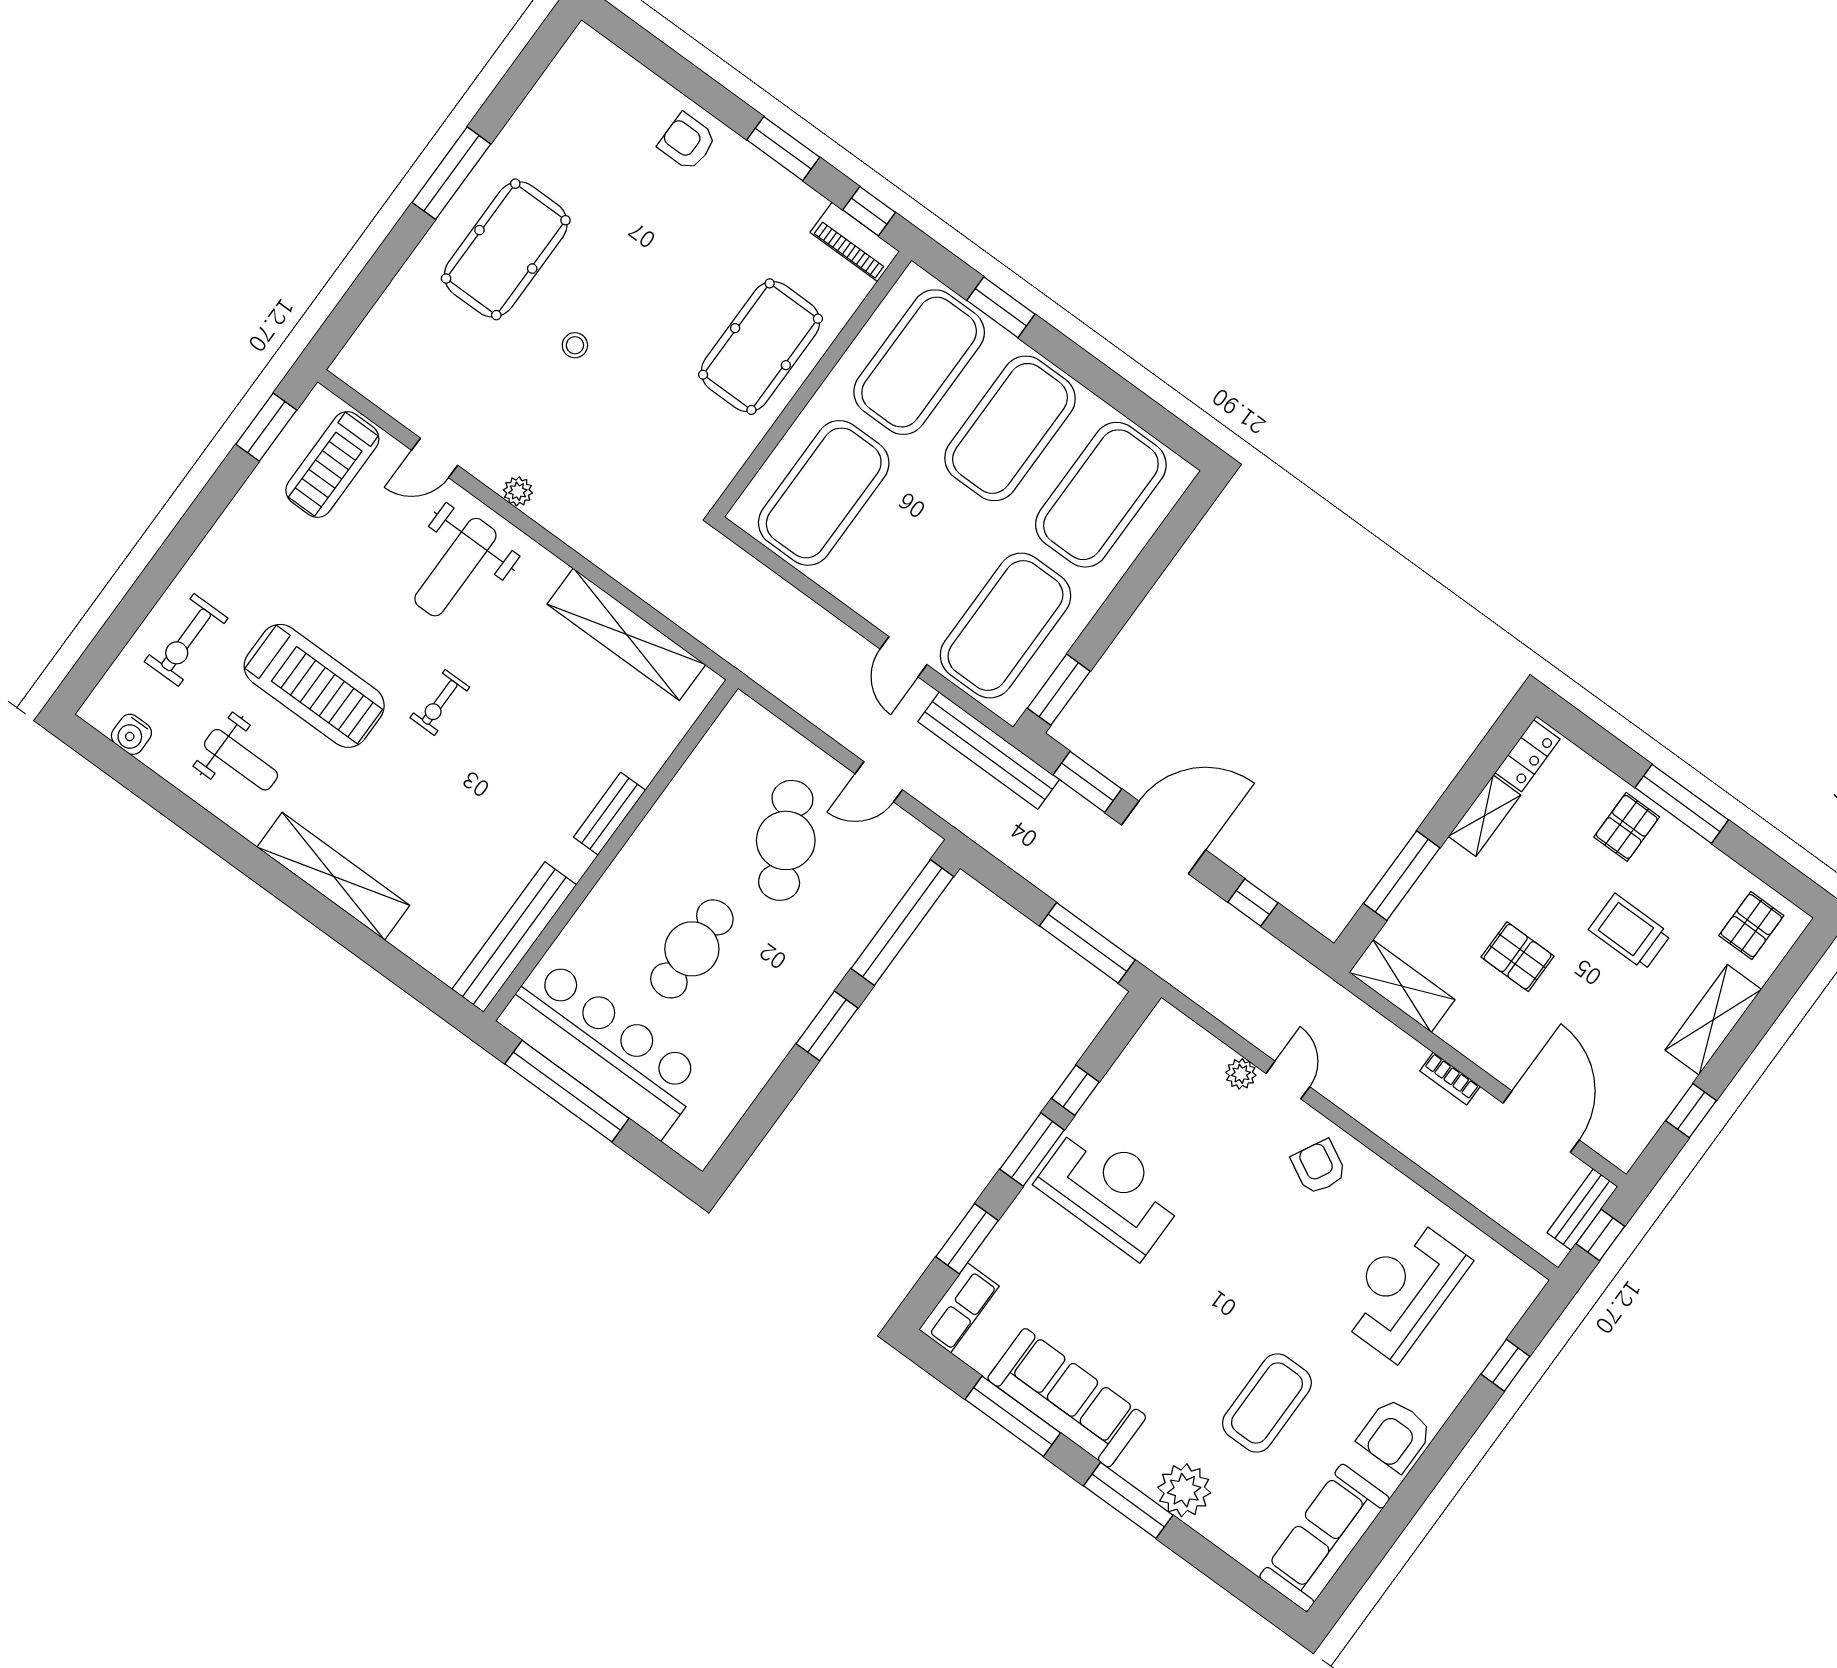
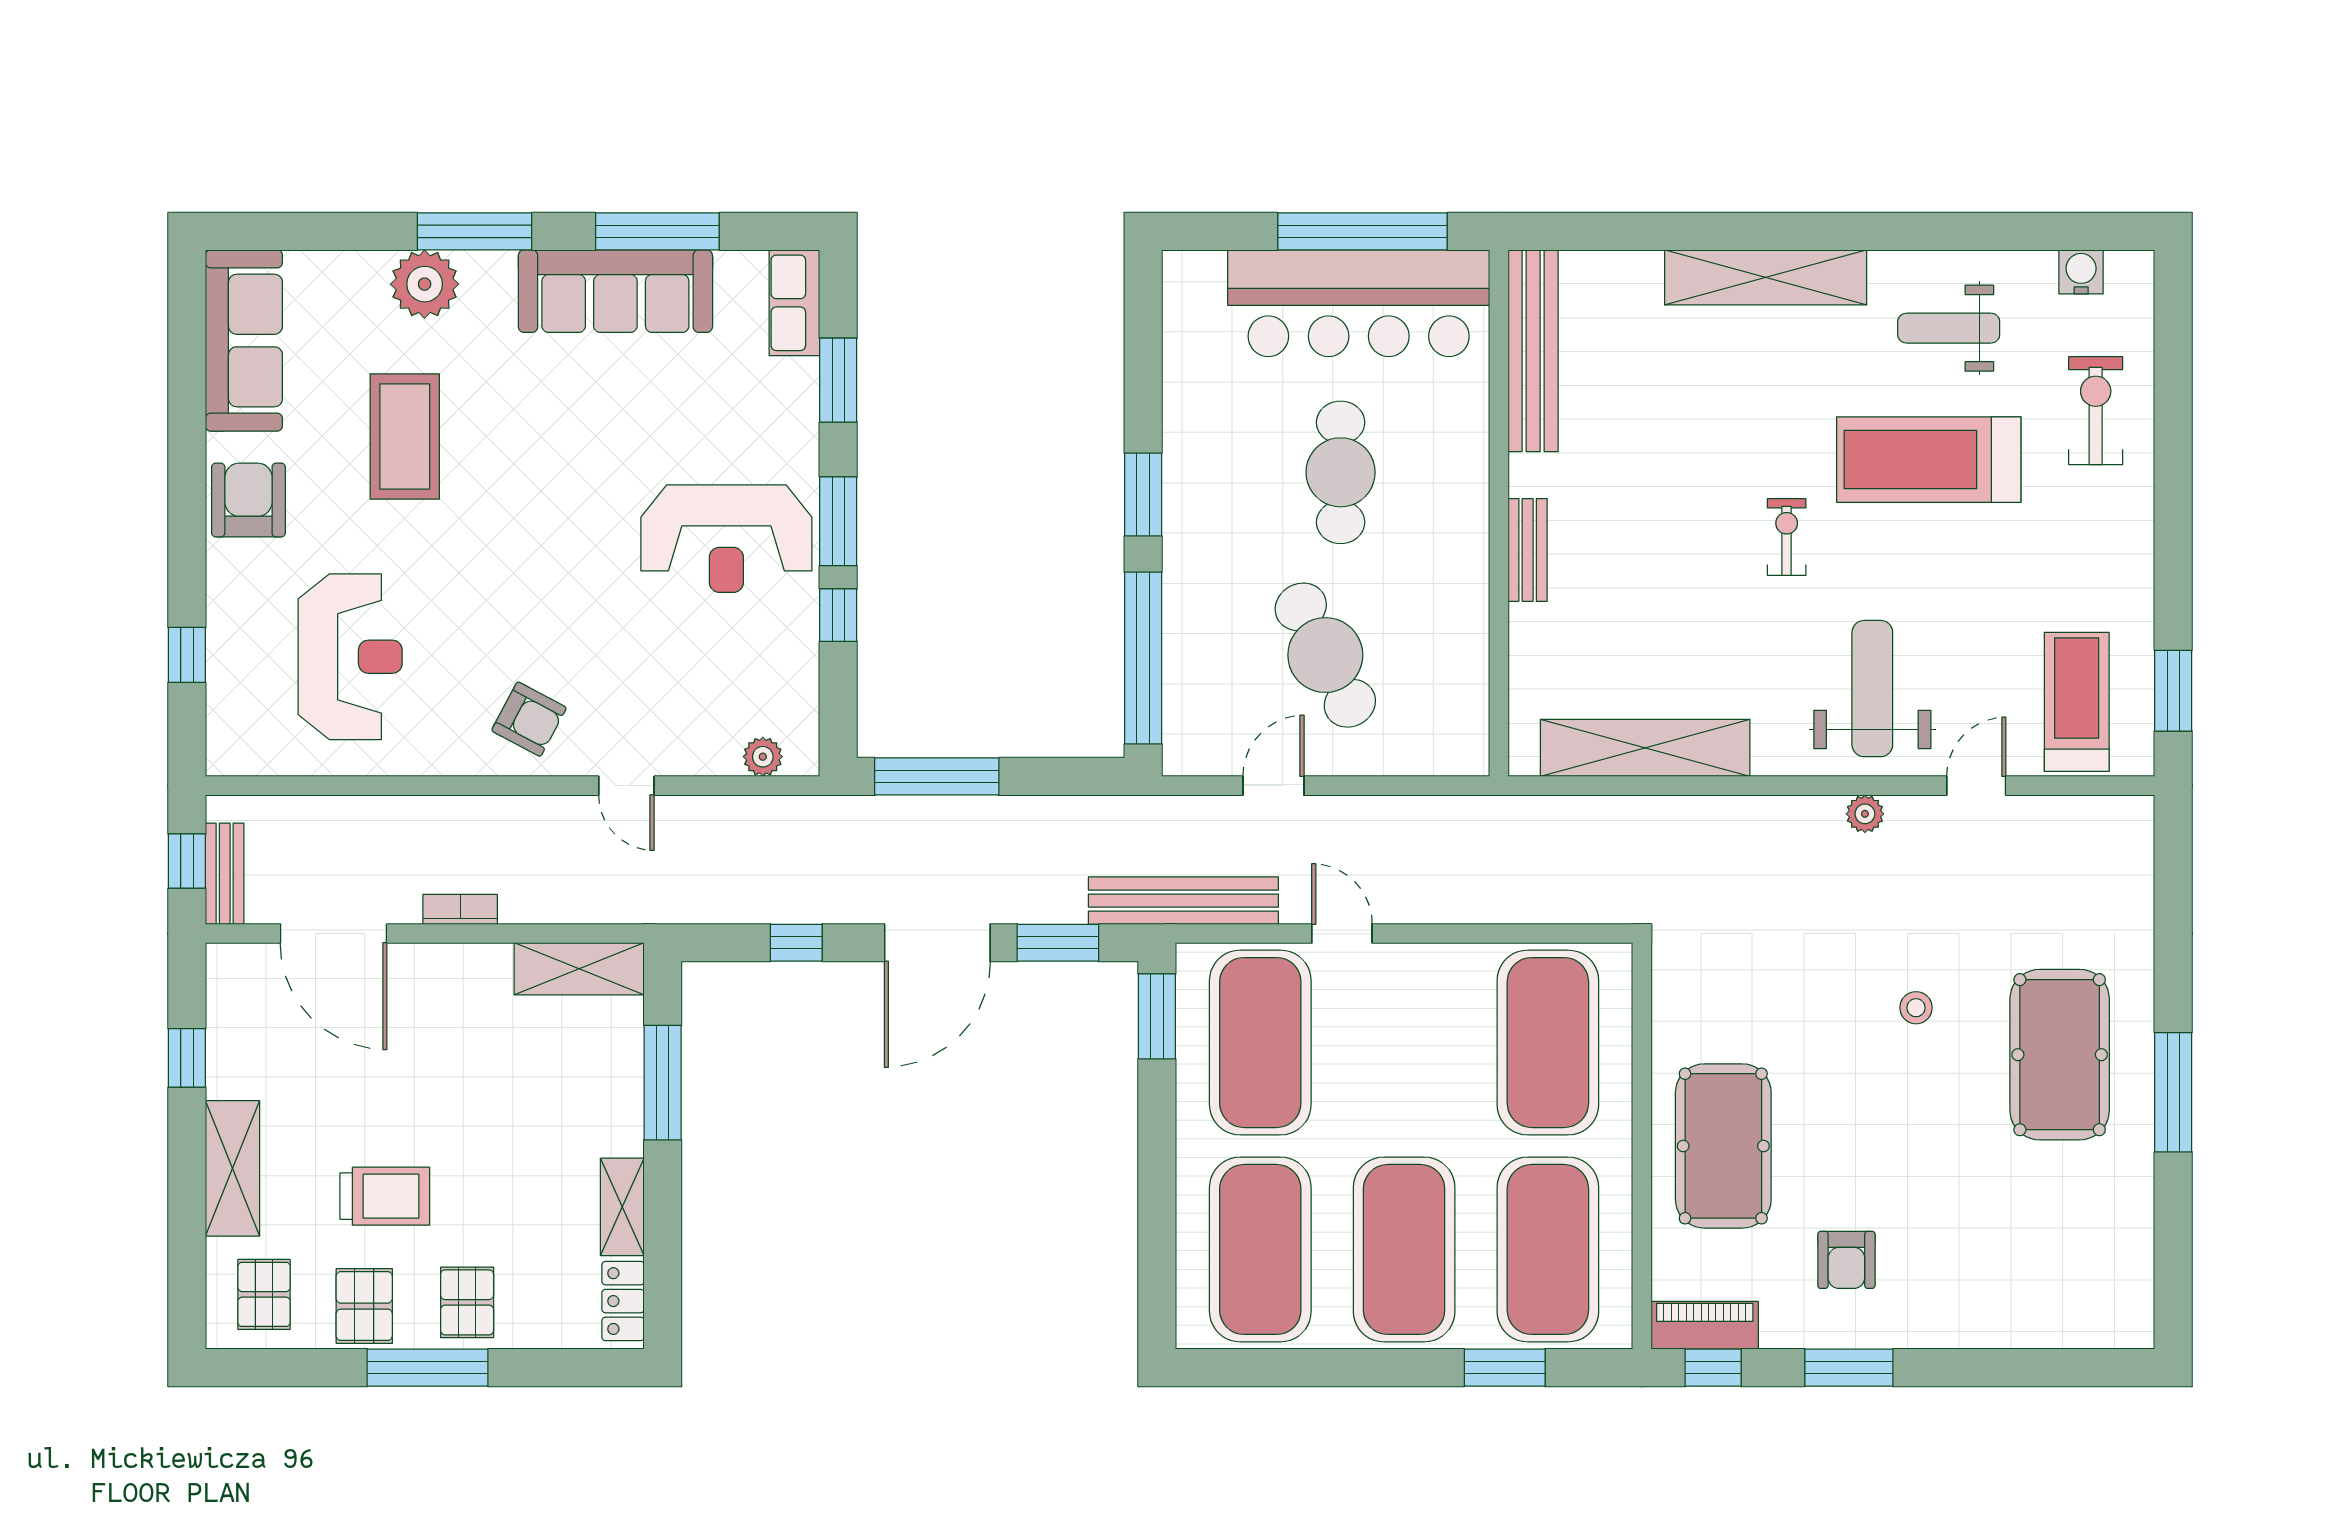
armchair: (687, 142) -> (1846, 1260), moved, turned 90
pallet: (1518, 957) -> (364, 1306), moved, turned 90
plant: (1241, 1074) -> (763, 757), moved

